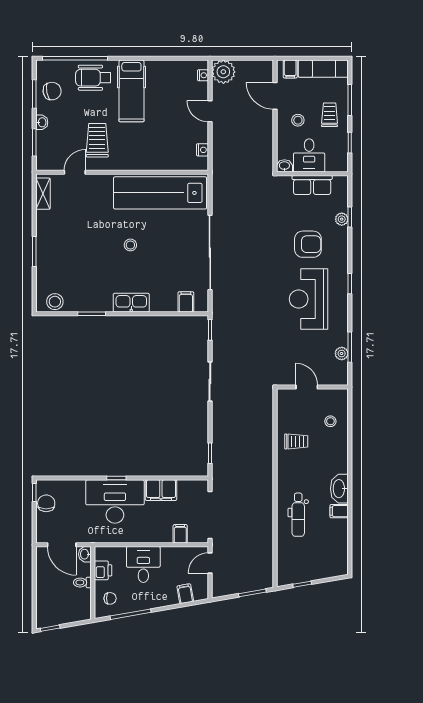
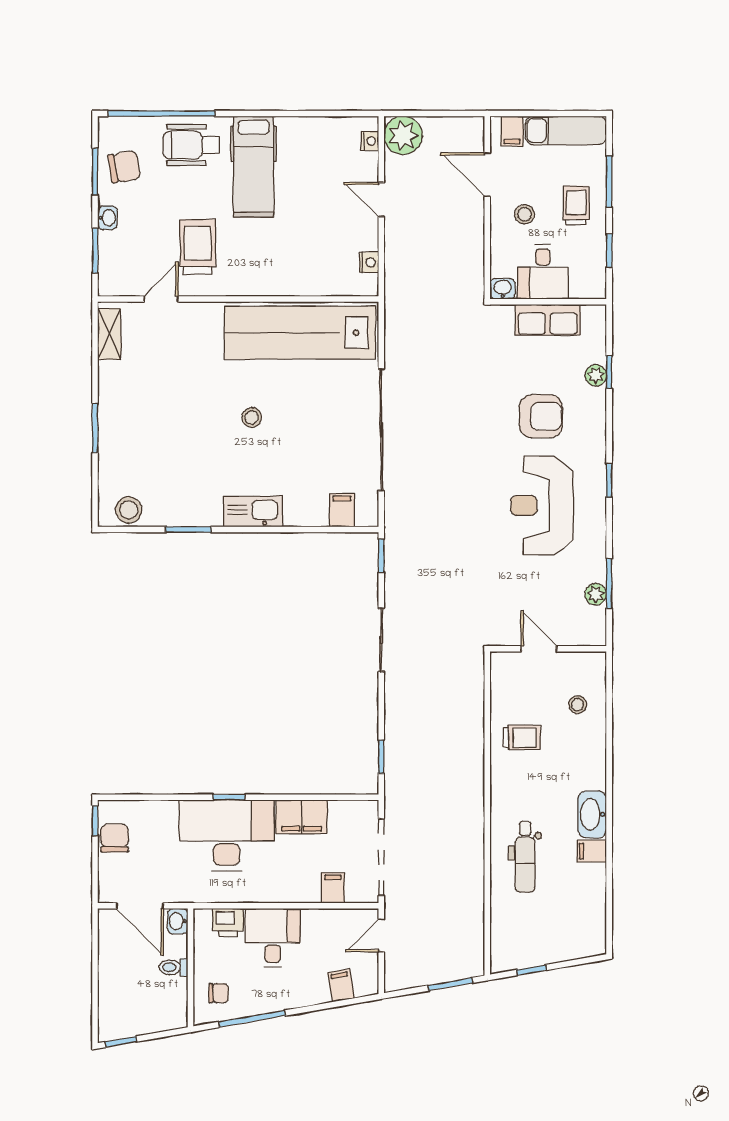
printer: (103, 570) -> (228, 922), moved, turned 90

